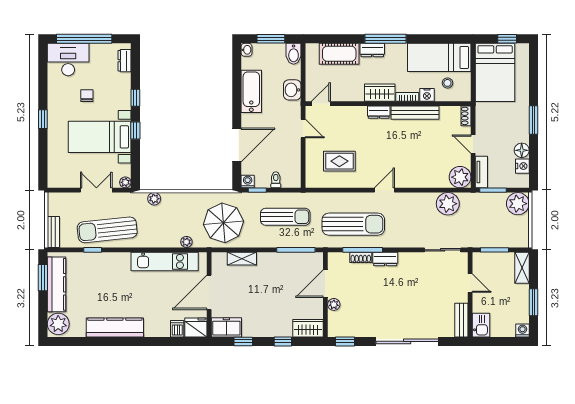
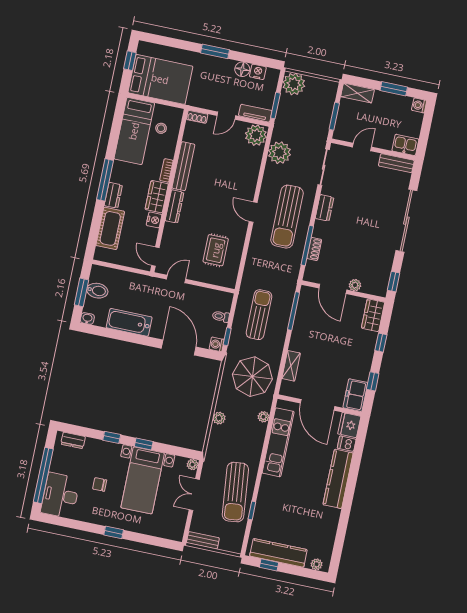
bidet: (294, 54) -> (97, 291), moved
washbasin: (292, 90) -> (136, 282), removed
nightstand: (427, 95) -> (154, 220), moved
dresser: (379, 112) -> (175, 206), width x1.44
plant: (154, 199) -> (219, 418), moved
sun lounger: (353, 224) -> (287, 217), moved, turned 180
bench: (53, 232) -> (203, 540), moved
dresser: (385, 259) -> (325, 208), moved
window: (43, 278) -> (269, 565), width x0.67
plant: (58, 324) -> (317, 564), width x0.53, depth x0.53
kitchen counter: (115, 328) -> (338, 479), moved

